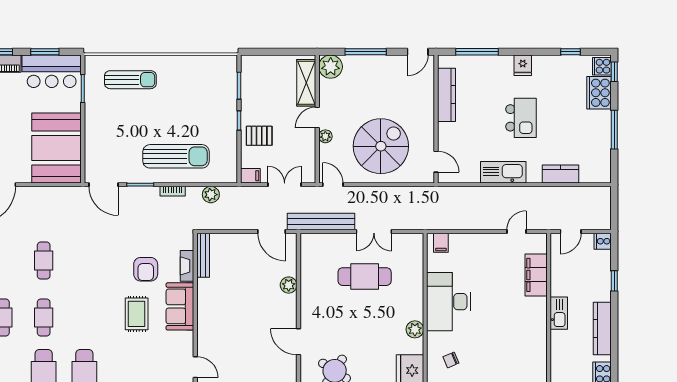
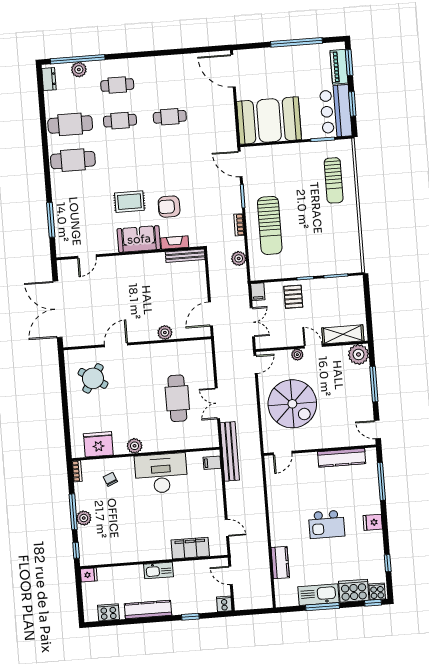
kitchen sink: (503, 172) -> (319, 595), moved, turned -90
door: (103, 185) -> (240, 164), hinge flipped
bench: (321, 222) -> (230, 451), moved

